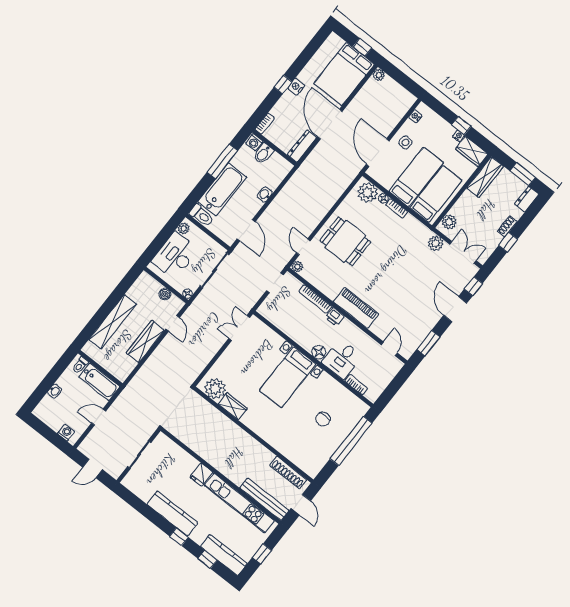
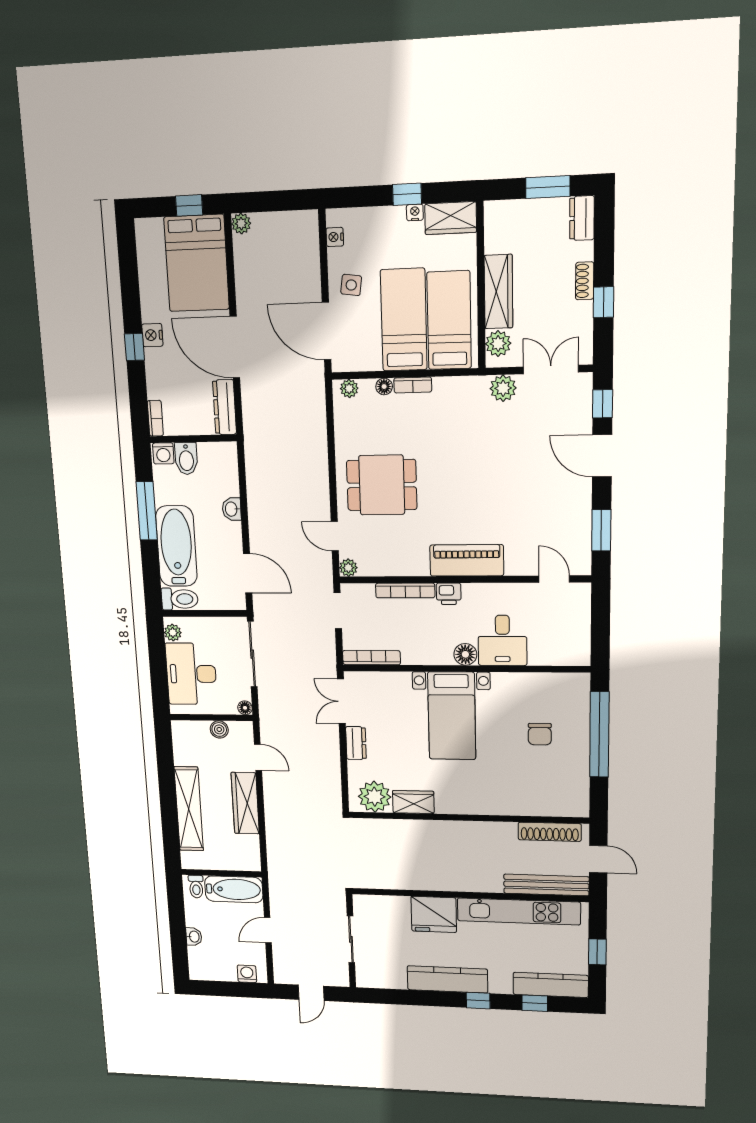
wardrobe: (485, 177) -> (498, 292), moved
plant: (368, 193) -> (349, 388), width x0.53, depth x0.53
dresser: (229, 354) -> (356, 743), added
bookcase: (356, 385) -> (371, 658), moved, width x1.56
fridge: (201, 475) -> (434, 914), width x1.88, depth x1.34

